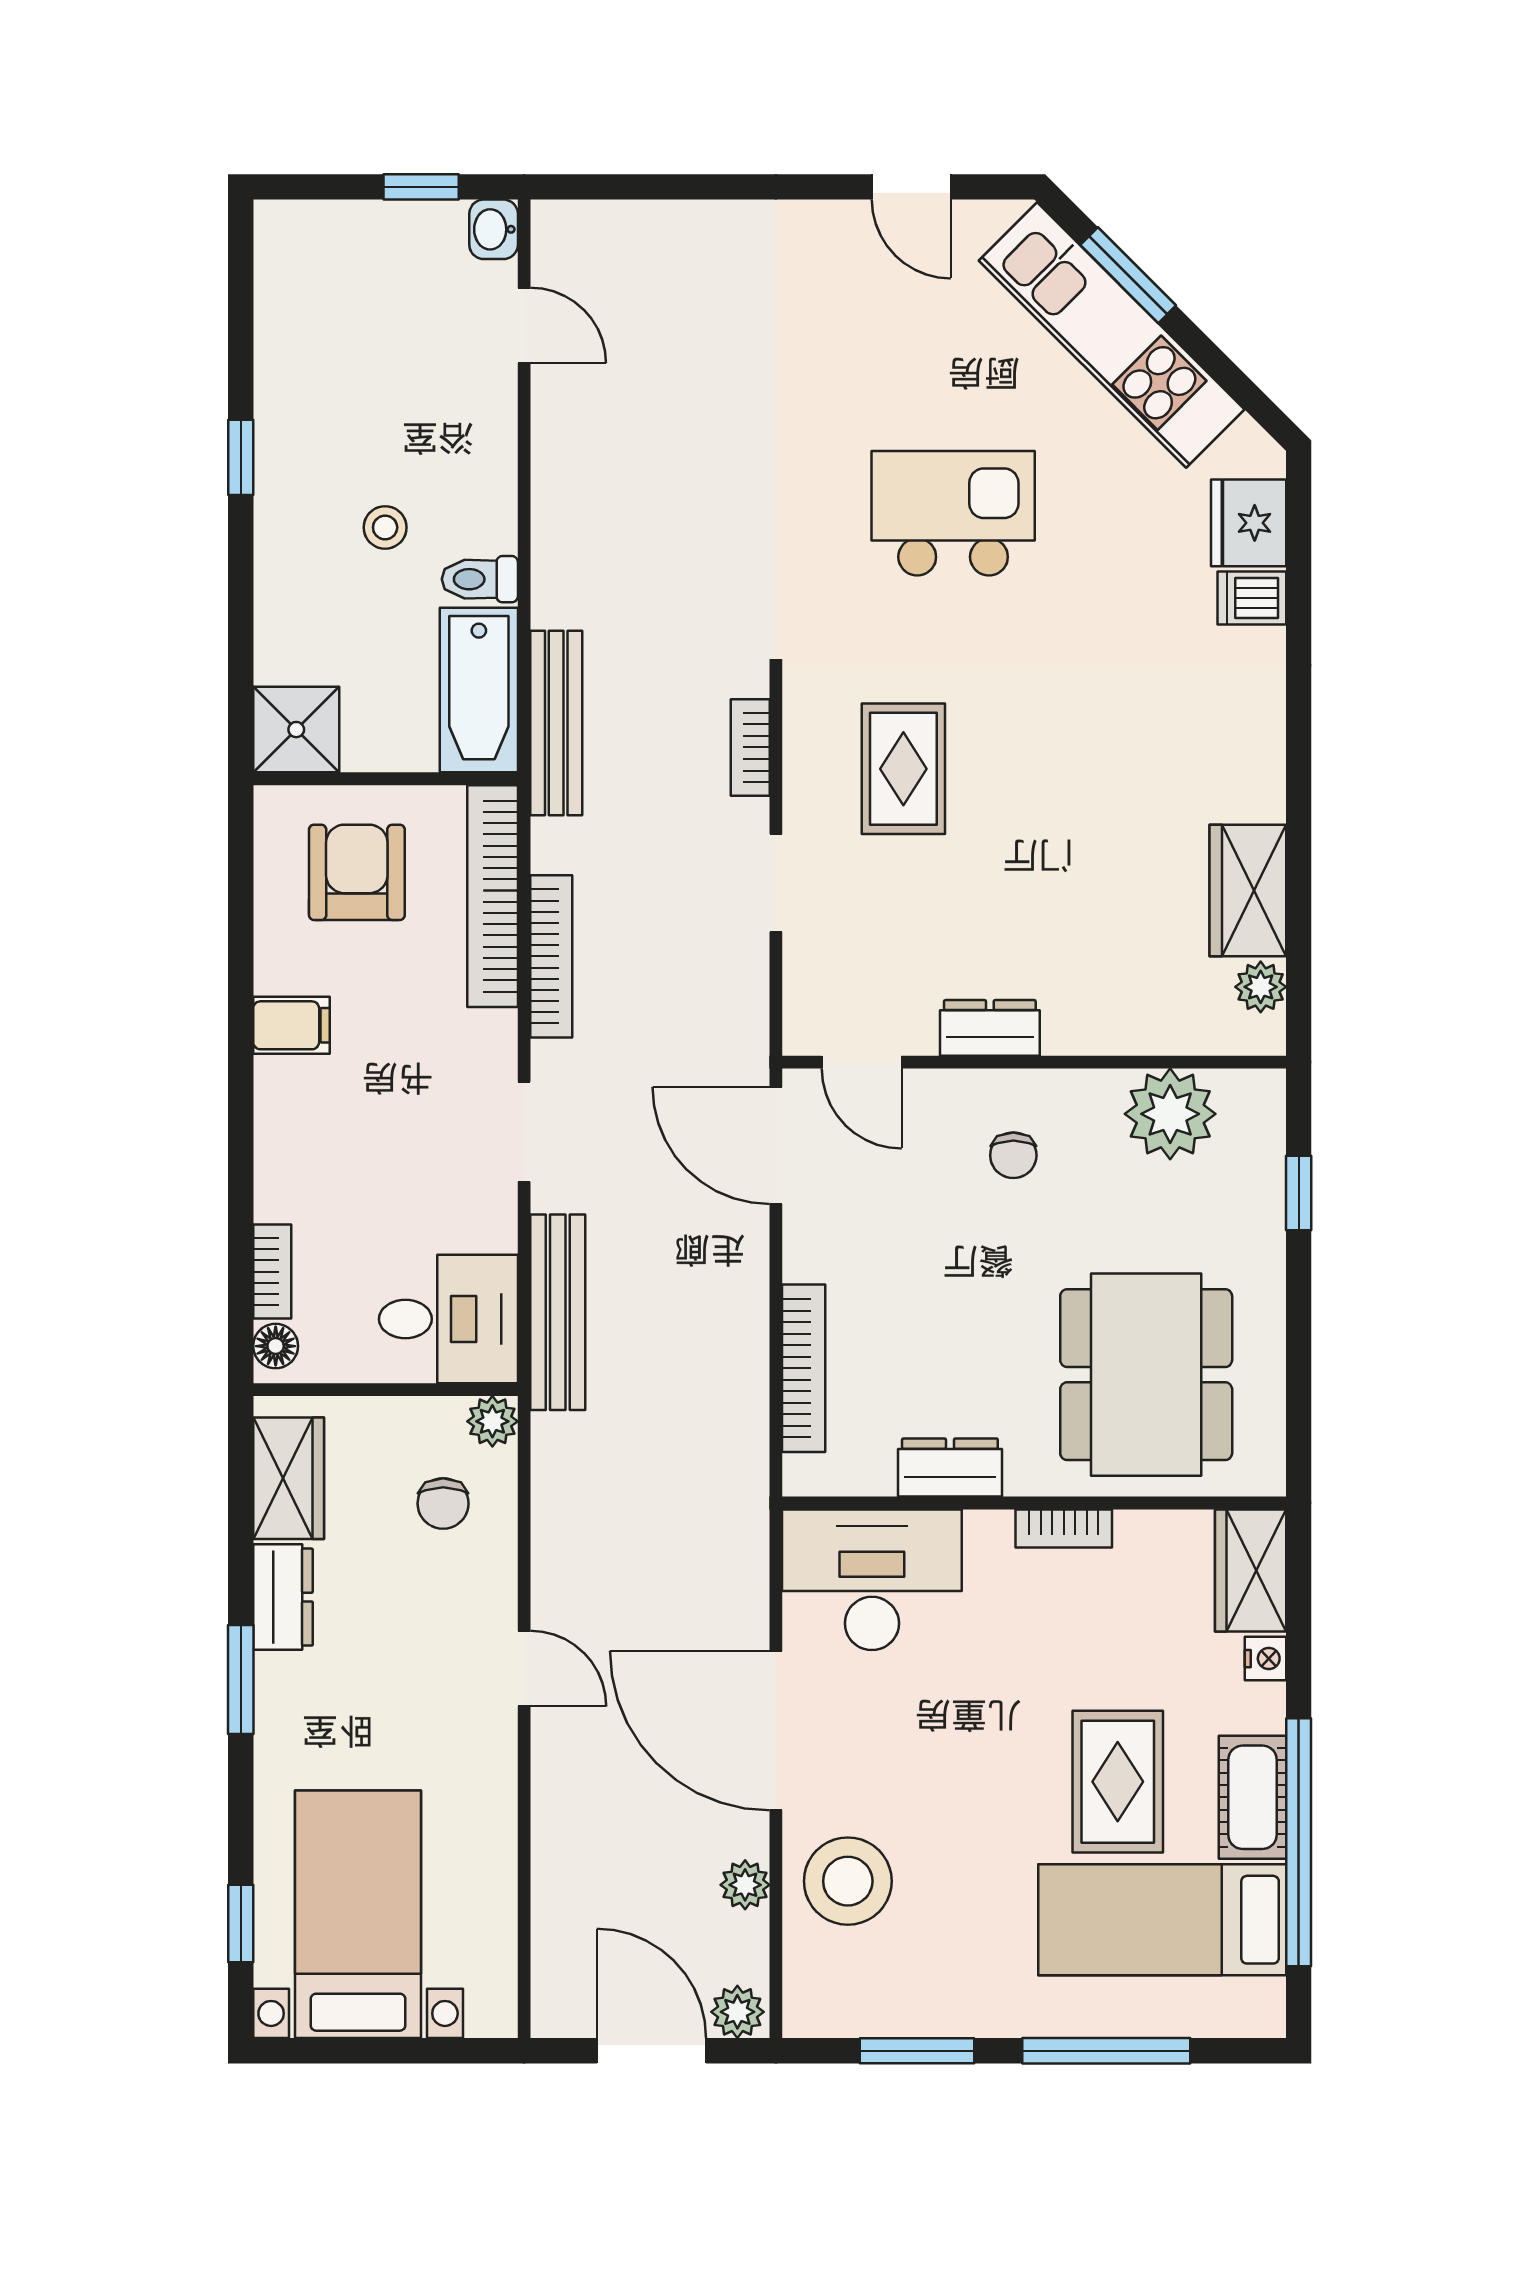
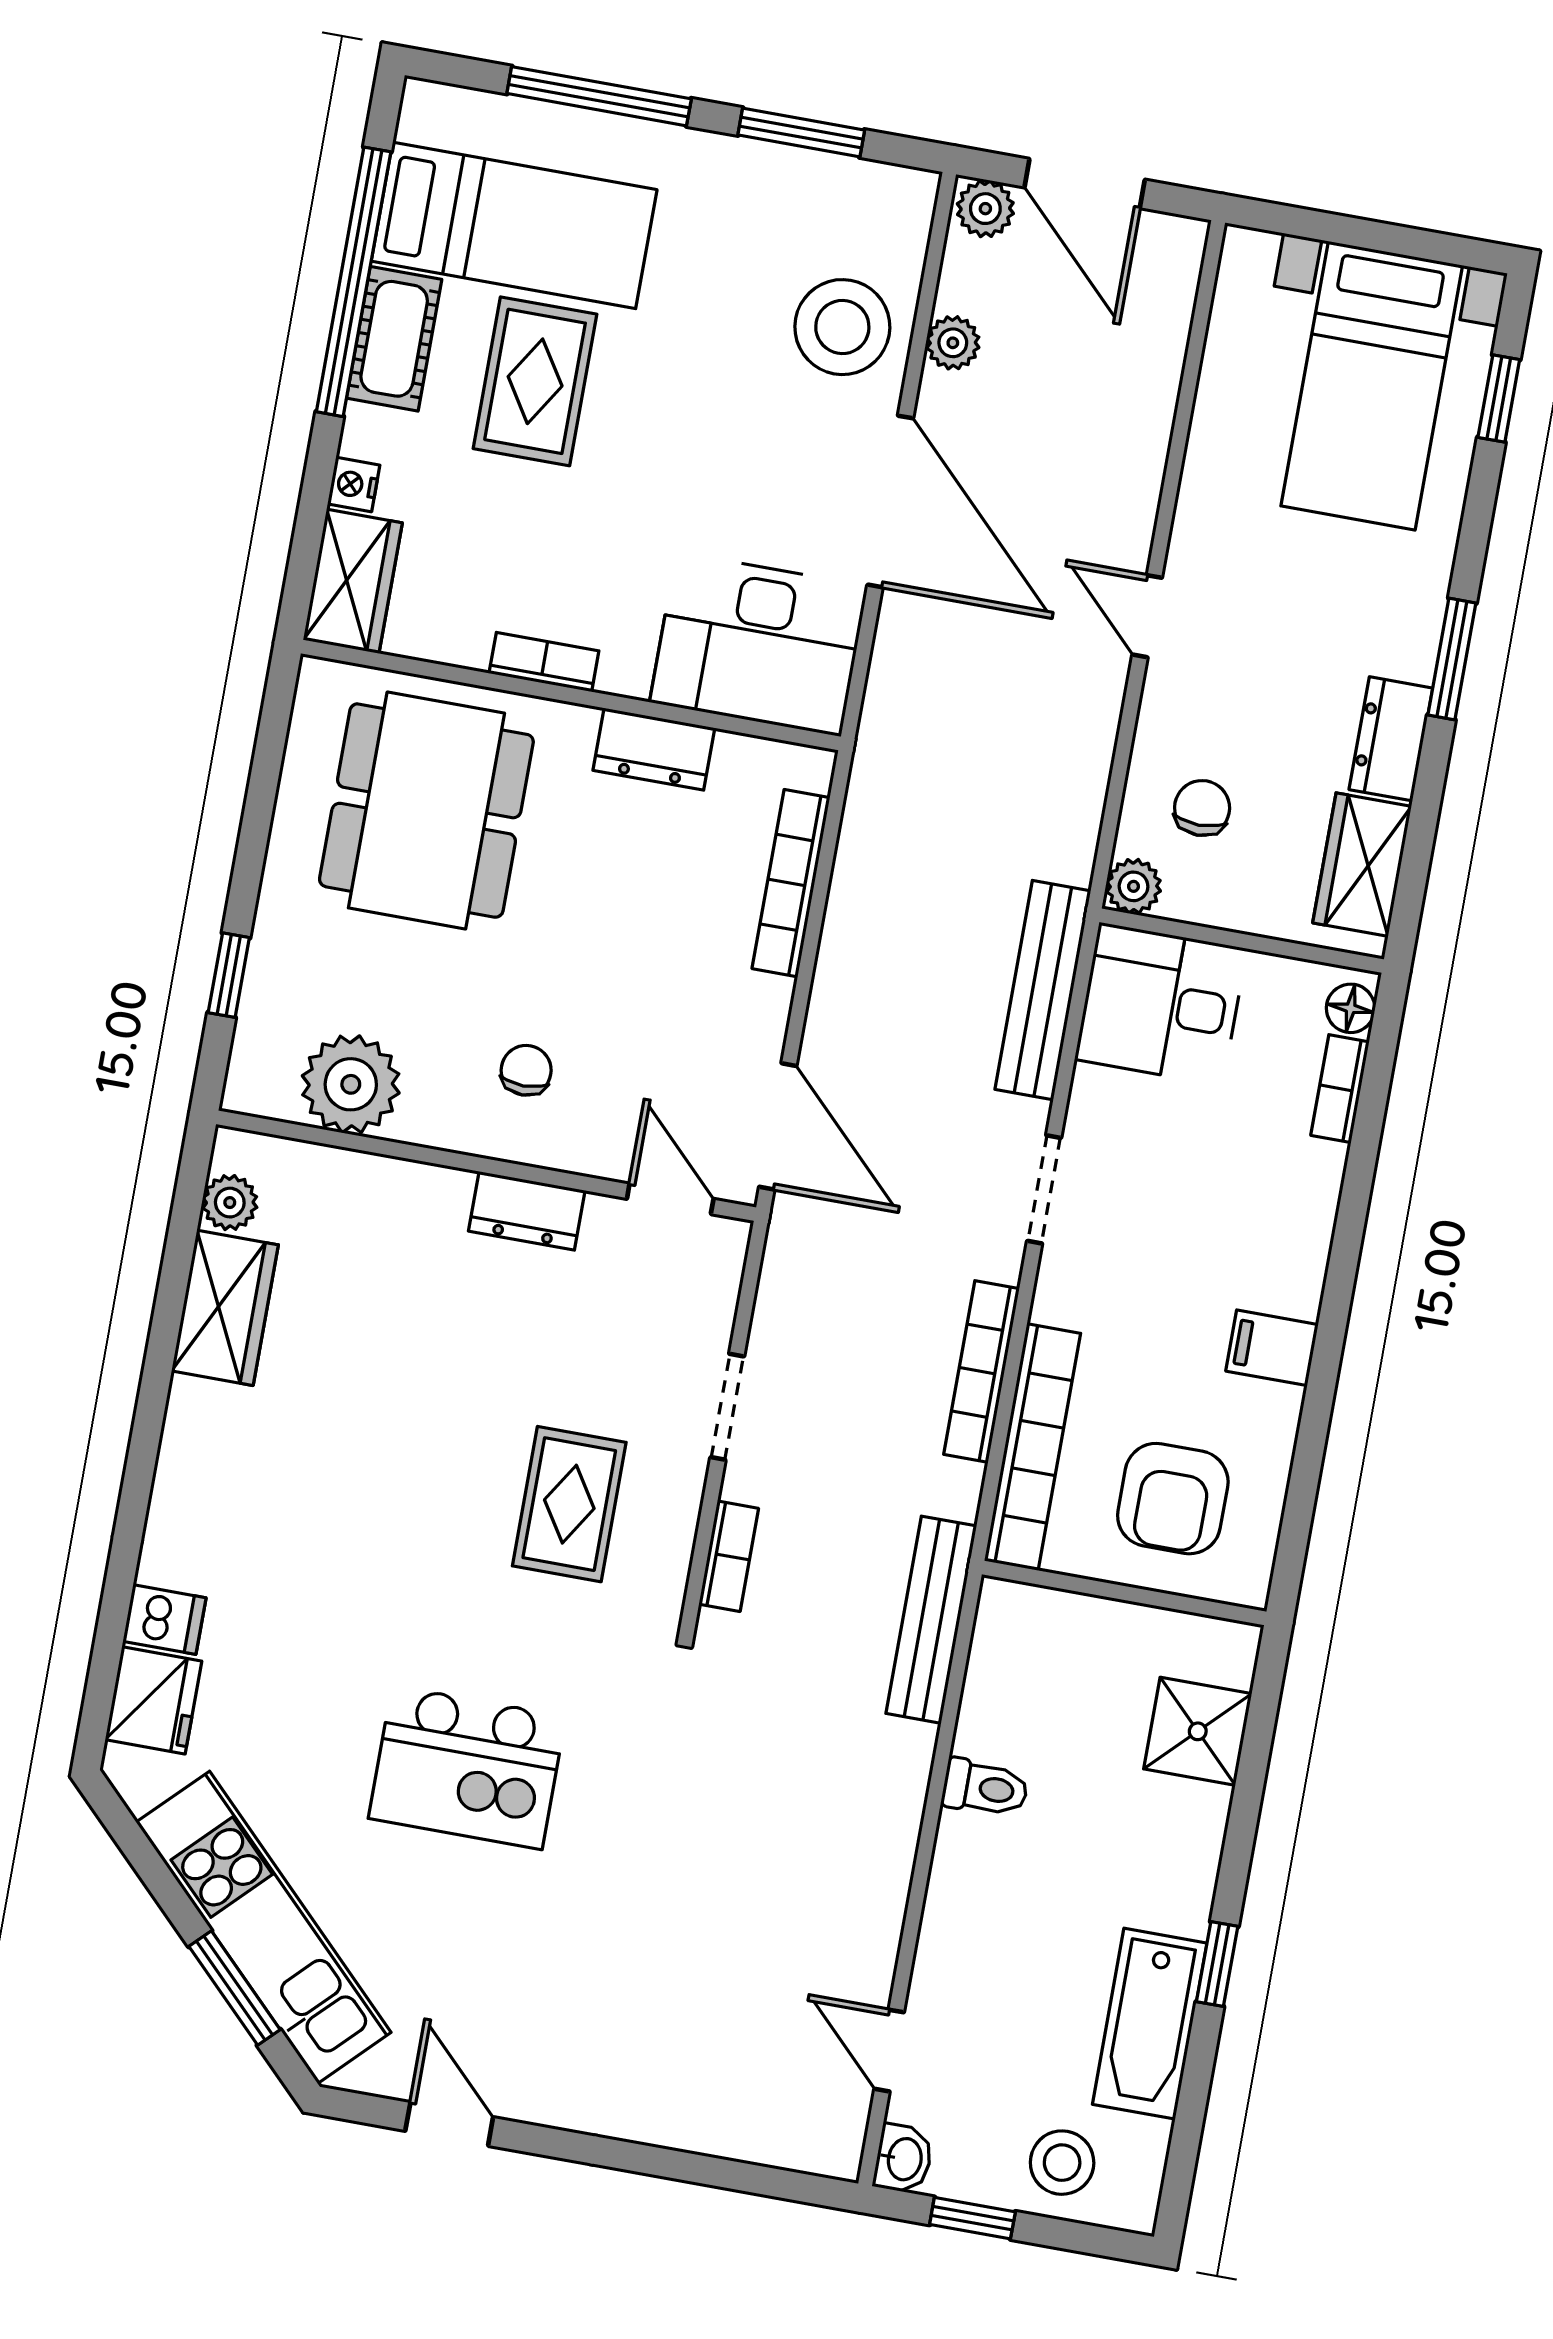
stool: (385, 527) -> (1062, 2163), moved, width x1.37, depth x1.37
bathtub: (479, 690) -> (1150, 2024), moved, turned 180
shower: (296, 730) -> (1198, 1731), moved

